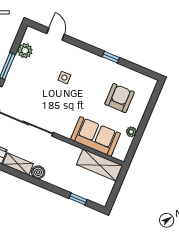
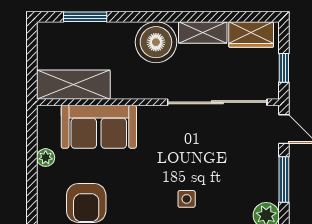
boiler: (38, 172) -> (156, 42), width x1.86, depth x1.86
window: (78, 199) -> (85, 17), width x1.50

